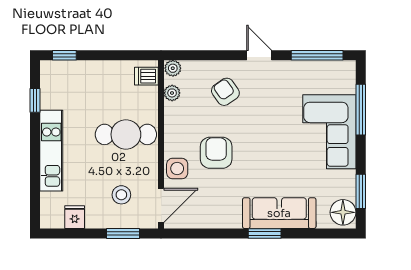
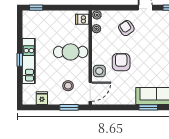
window: (35, 100) -> (20, 60), moved

